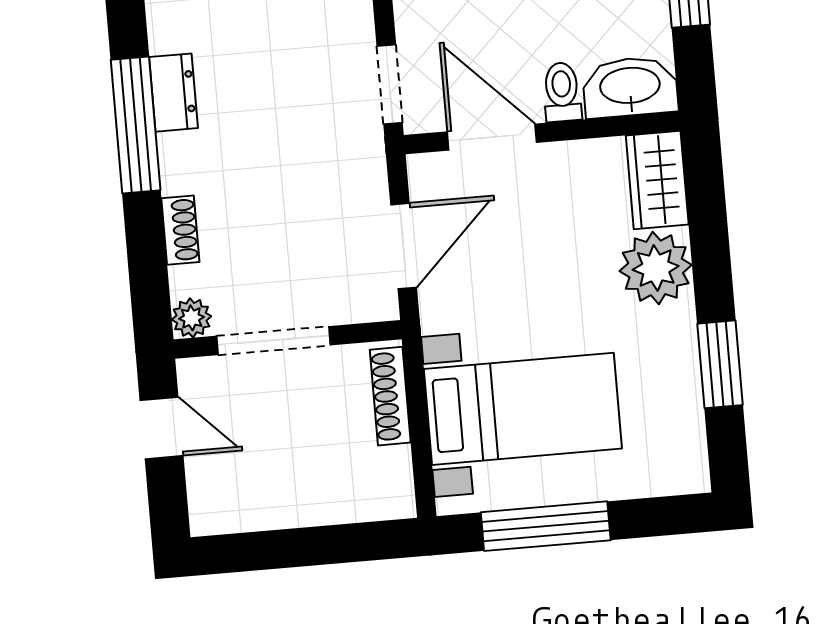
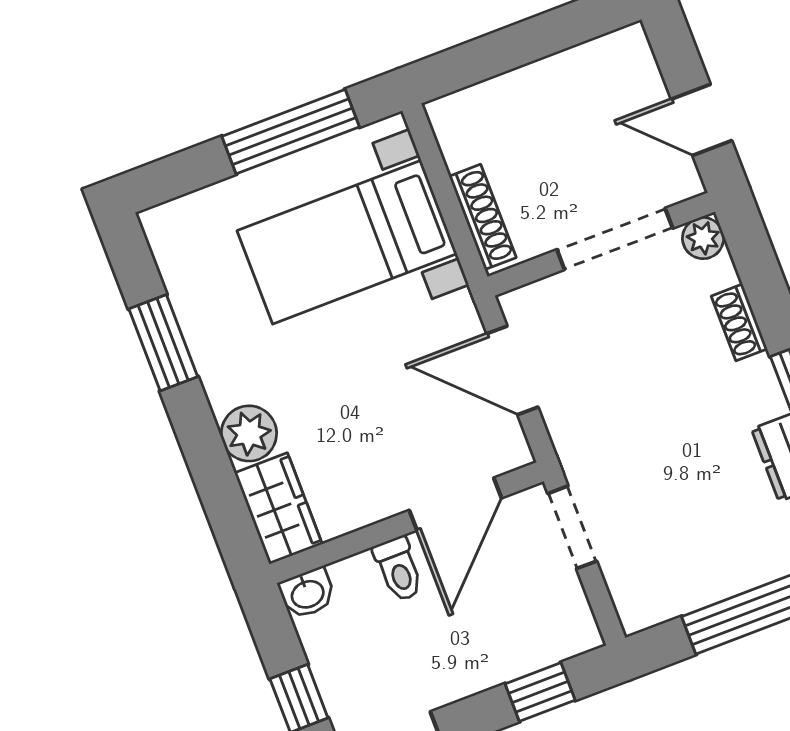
washbasin: (630, 87) -> (307, 593), width x0.52, depth x0.69
door: (492, 137) -> (455, 504), hinge flipped
door: (404, 246) -> (512, 370), hinge flipped
plant: (656, 268) -> (249, 433), width x0.73, depth x0.73

